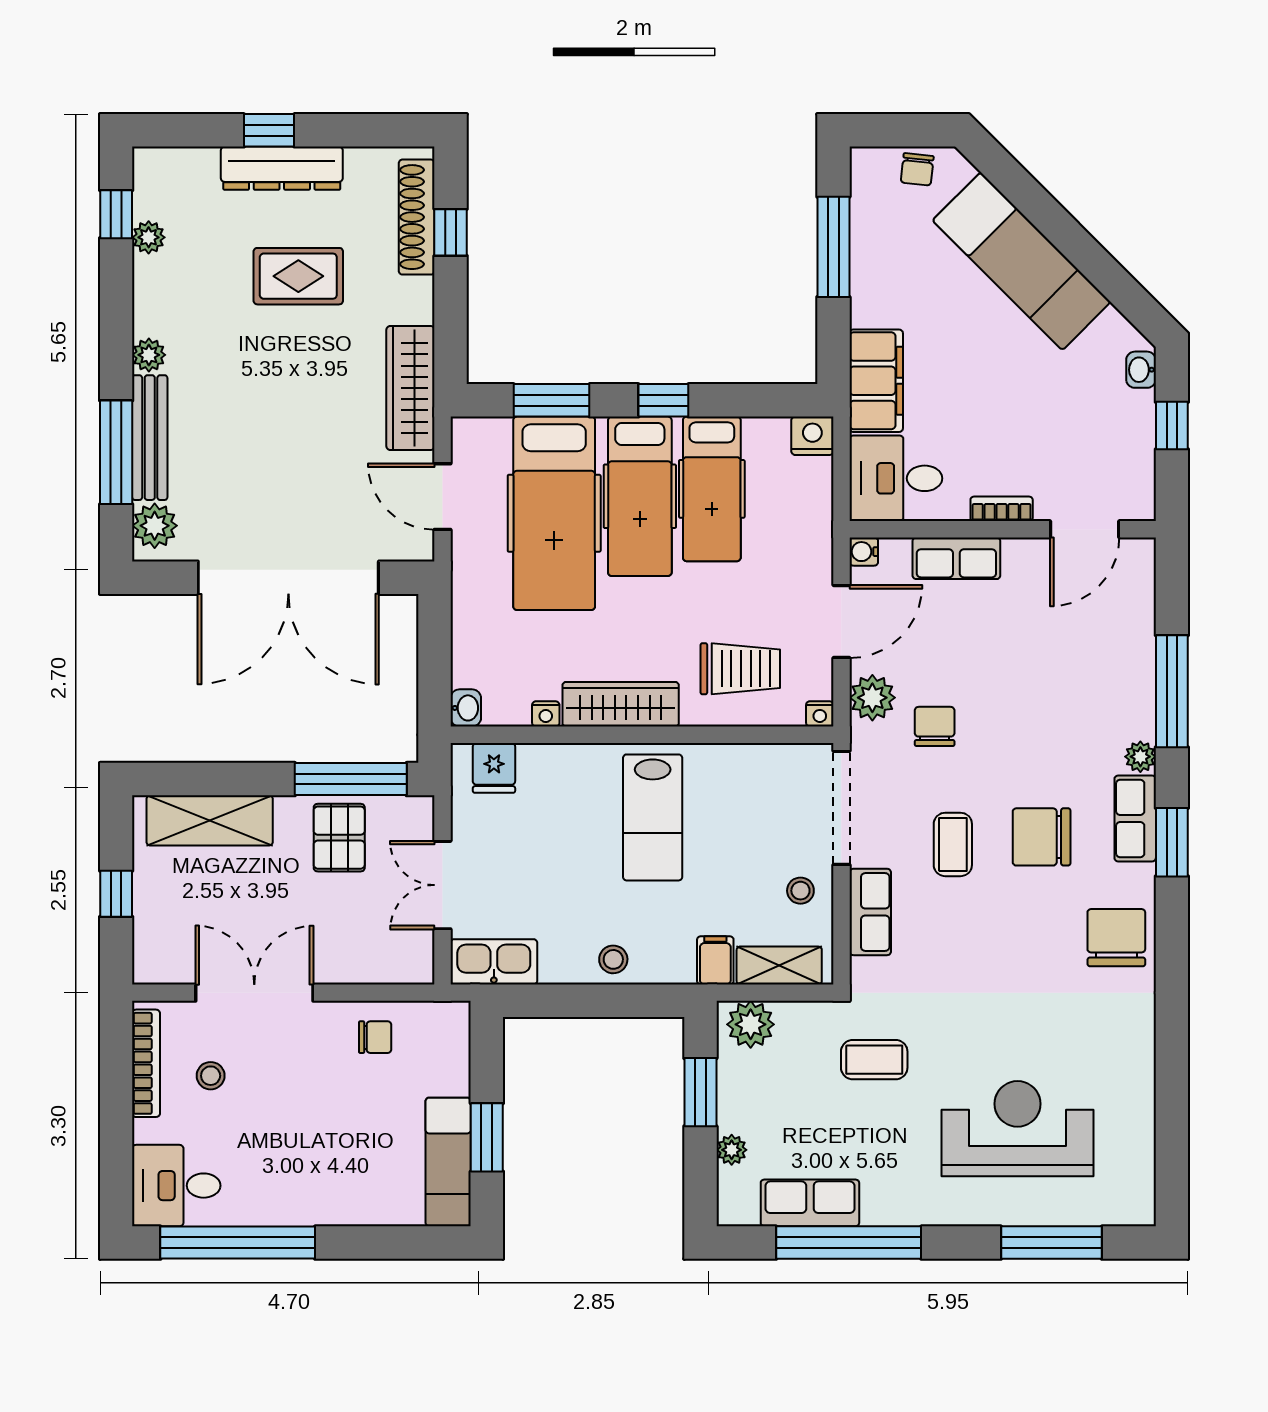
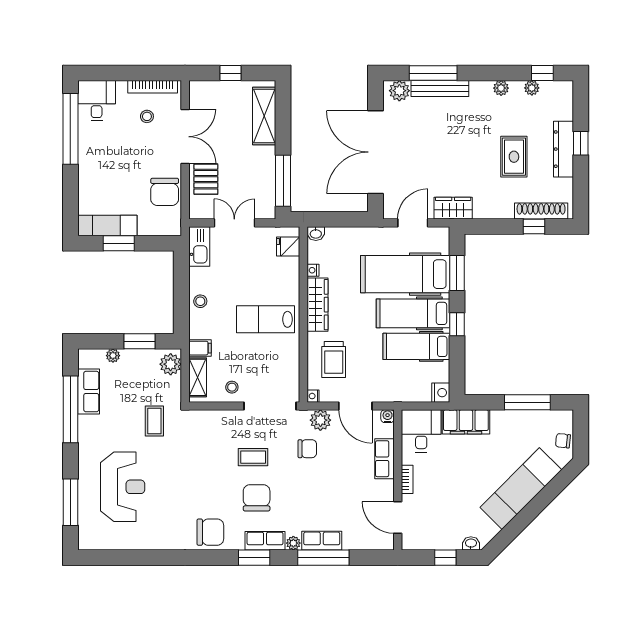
plant: (149, 355) -> (501, 88), moved
wardrobe: (410, 388) -> (453, 208), width x0.67
pallet: (339, 838) -> (206, 179), moved, turned 90
row of seats: (870, 912) -> (322, 541), moved, turned 180
chair: (375, 1037) -> (165, 192), width x1.87, depth x1.87

